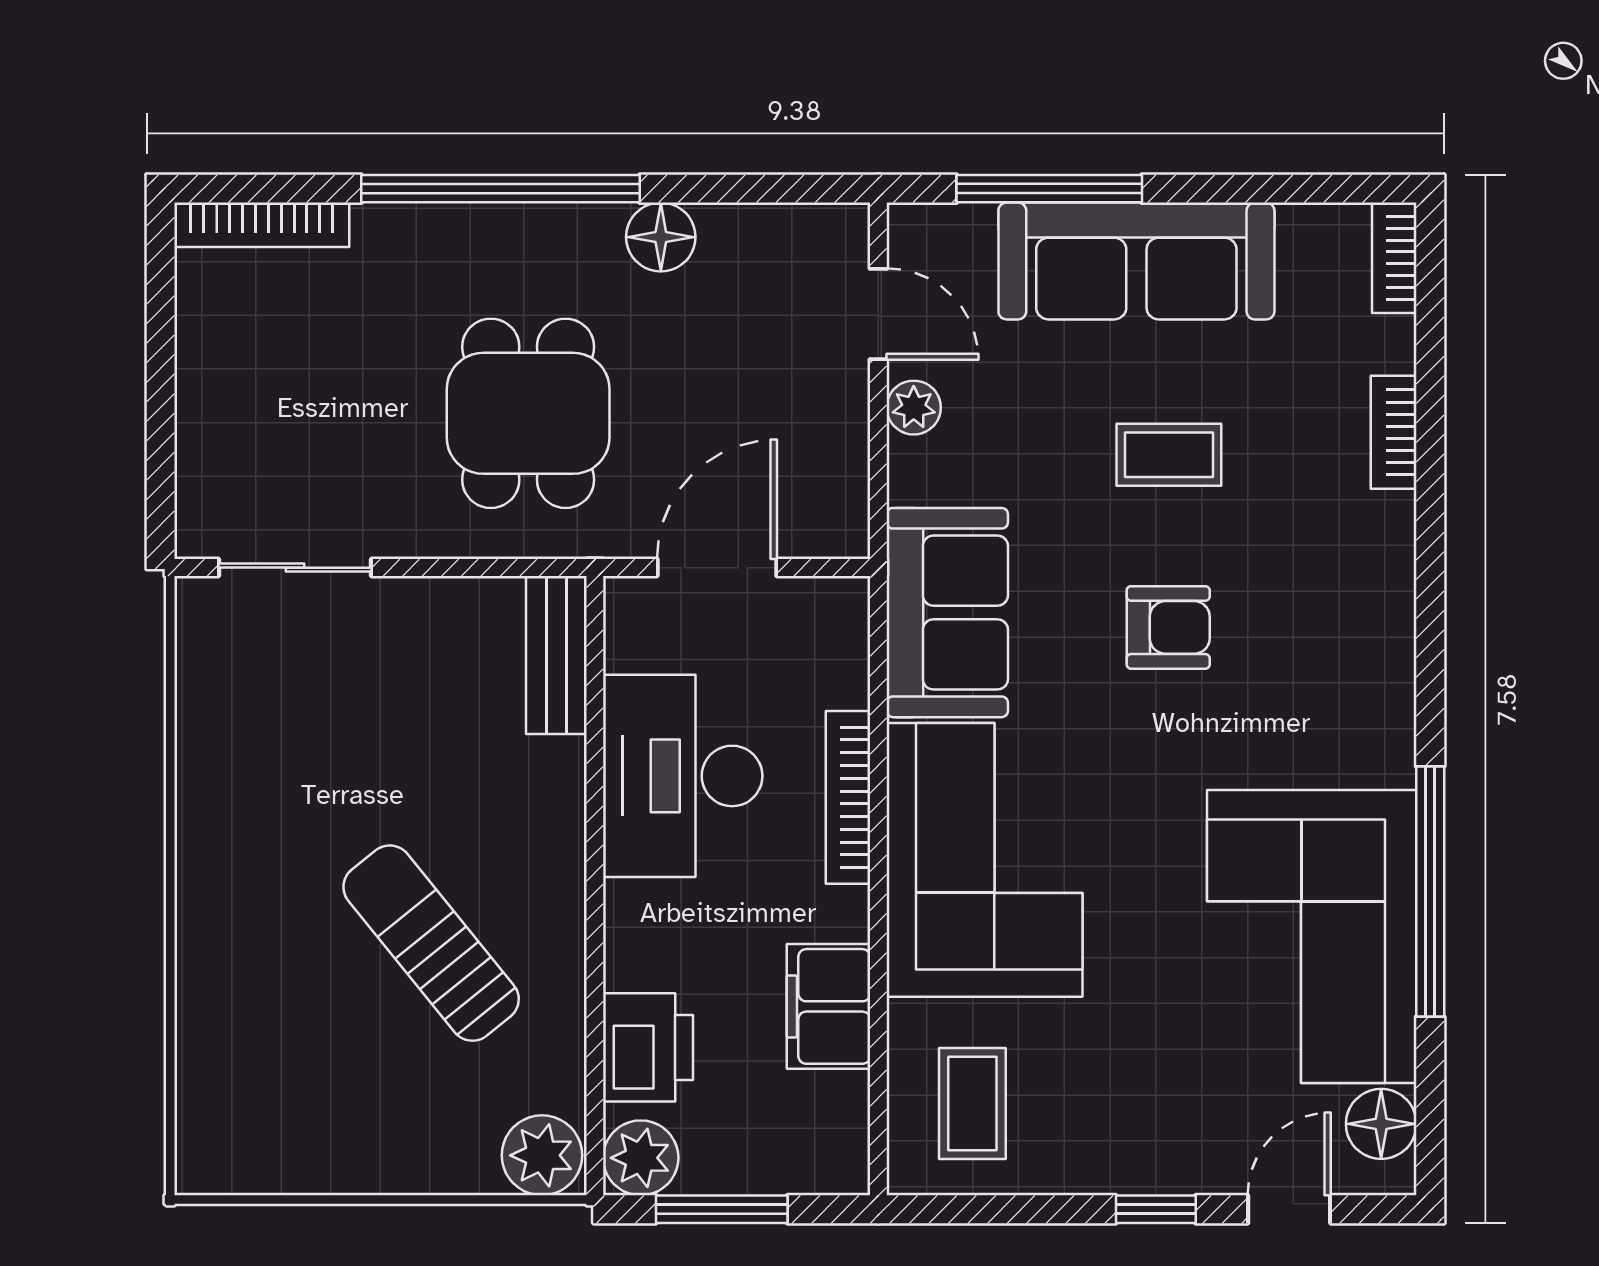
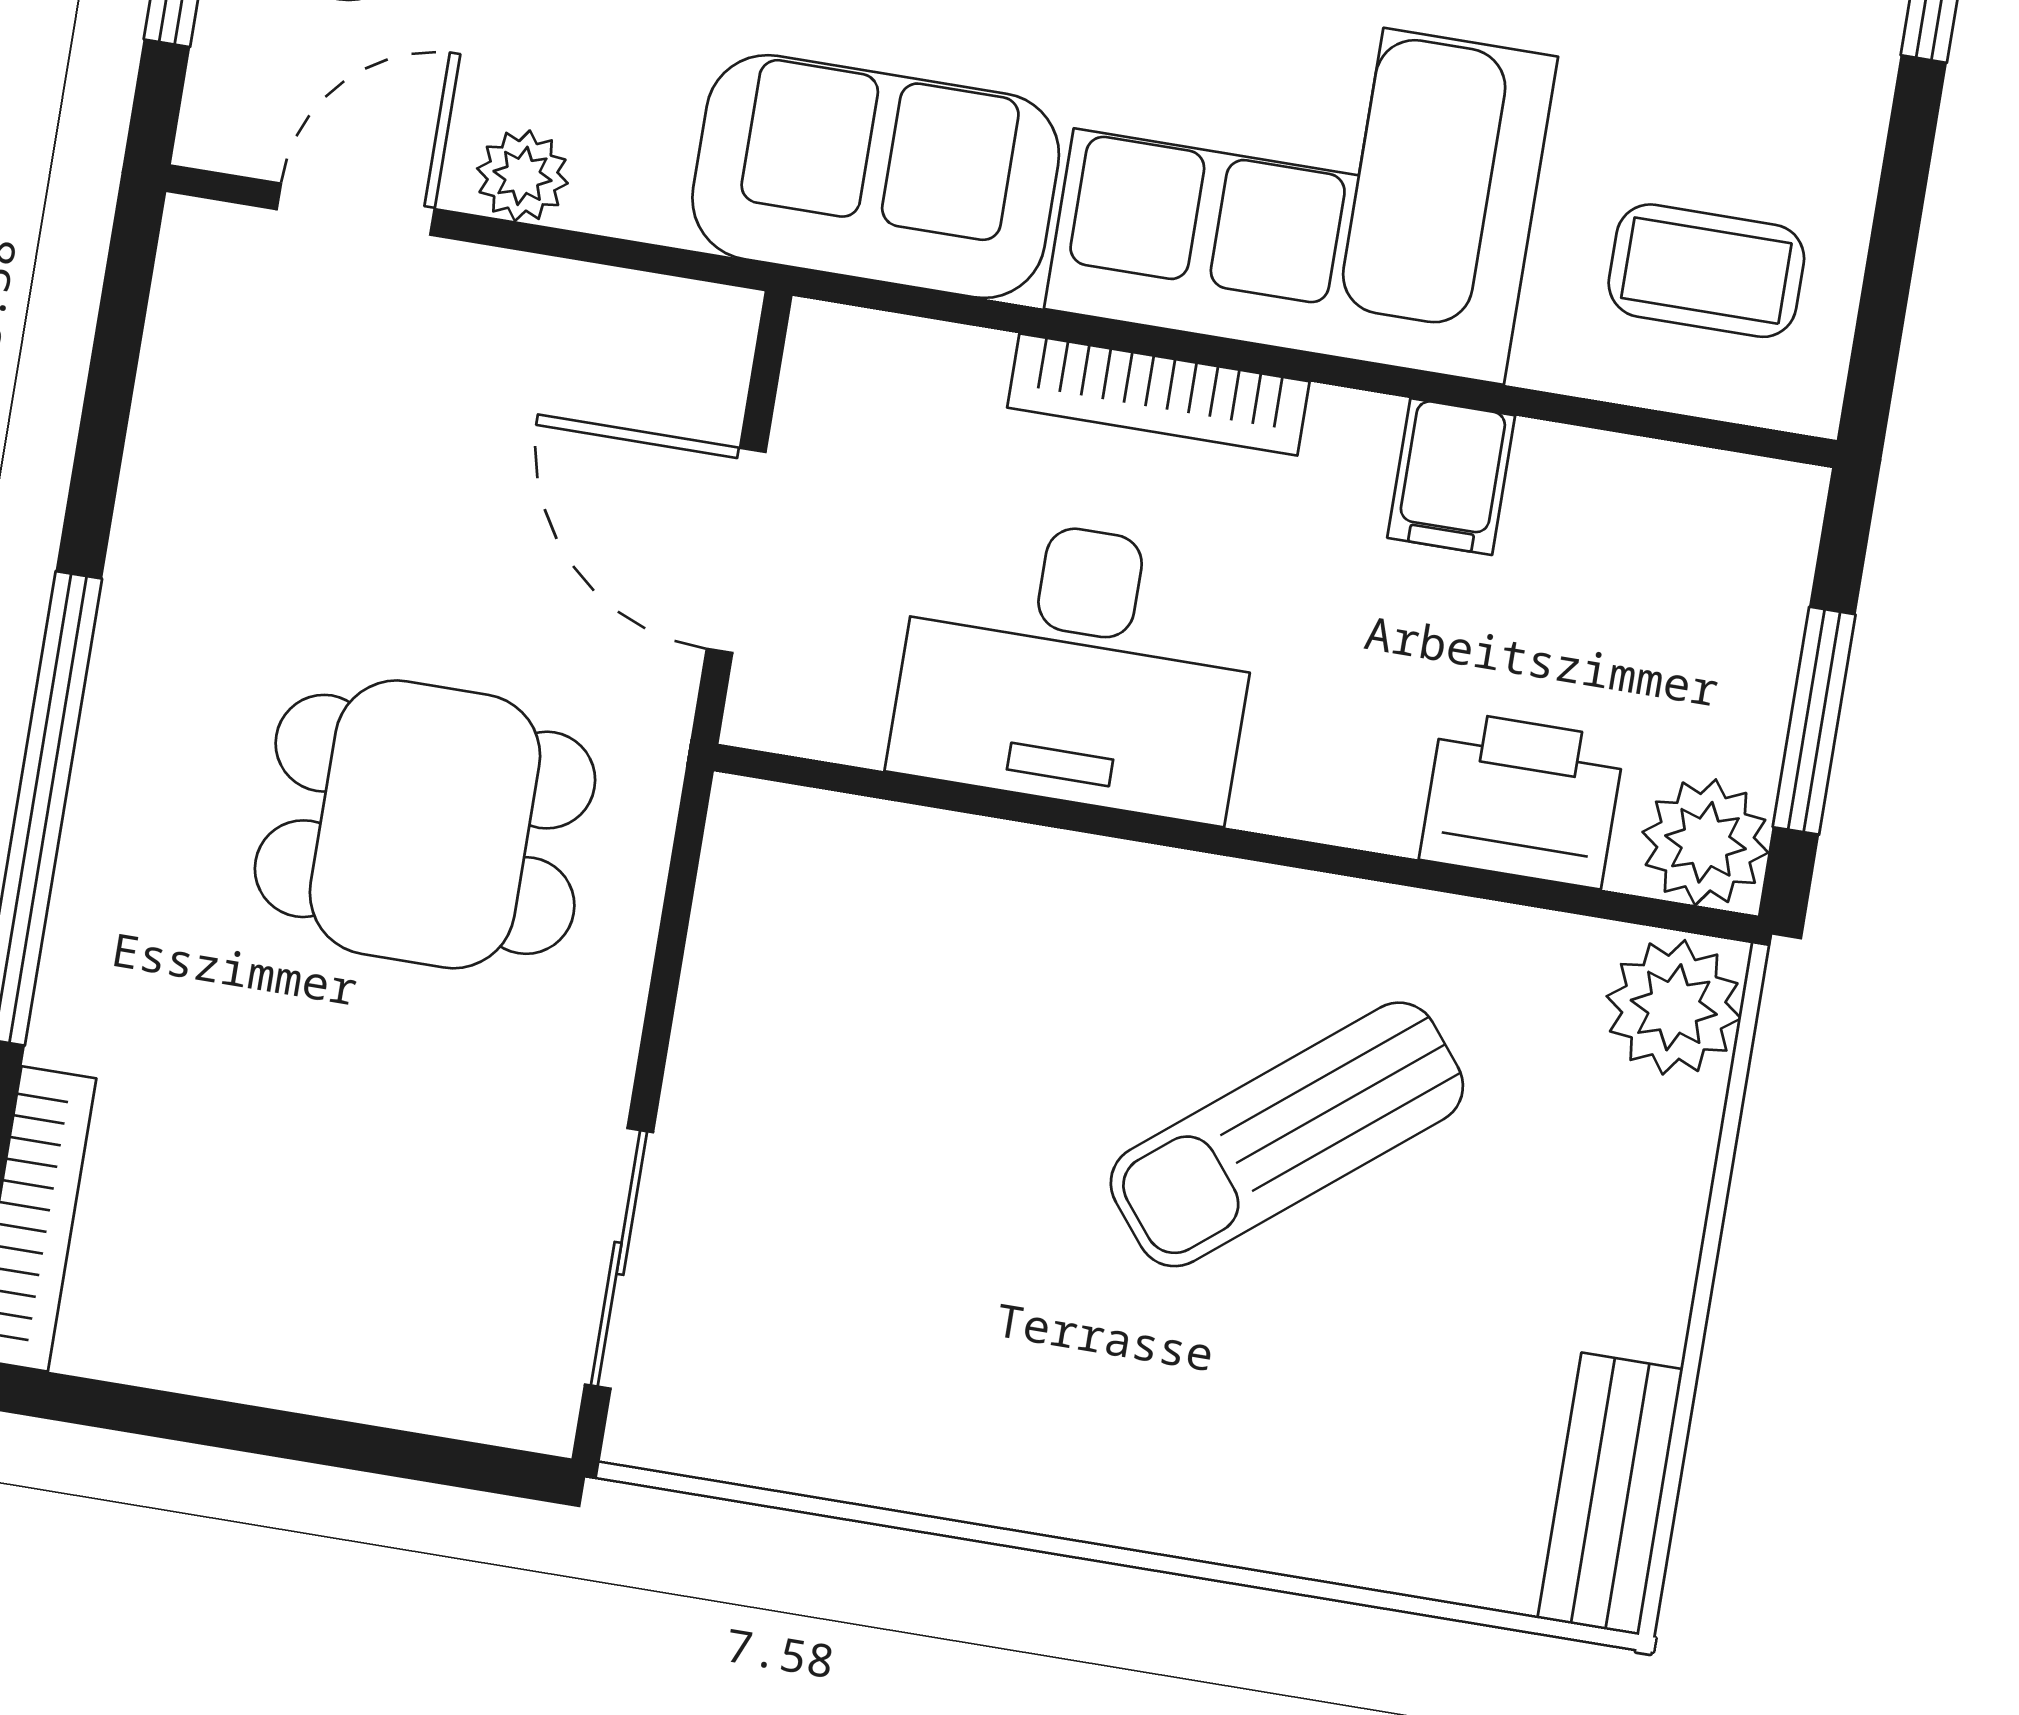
floor lamp: (661, 237) -> (166, 553), removed
bench: (556, 655) -> (1610, 1494), moved, turned 90
filing cabinet: (828, 1006) -> (1451, 477), width x0.50

